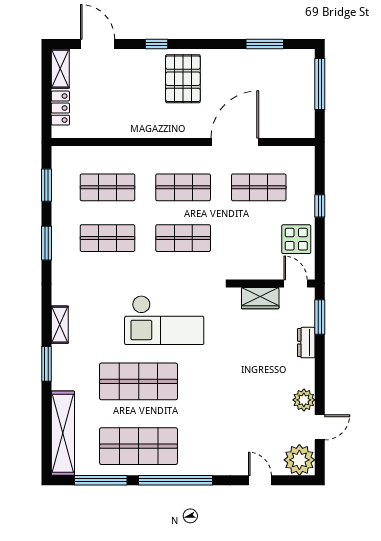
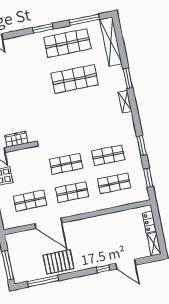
door: (98, 44) -> (126, 264), moved
window: (265, 44) -> (43, 281), width x1.44
pallet: (183, 79) -> (59, 262), moved, turned 90
door: (235, 142) -> (48, 223), hinge flipped
checkout: (164, 320) -> (67, 116), removed
window: (175, 480) -> (43, 28), width x0.47

